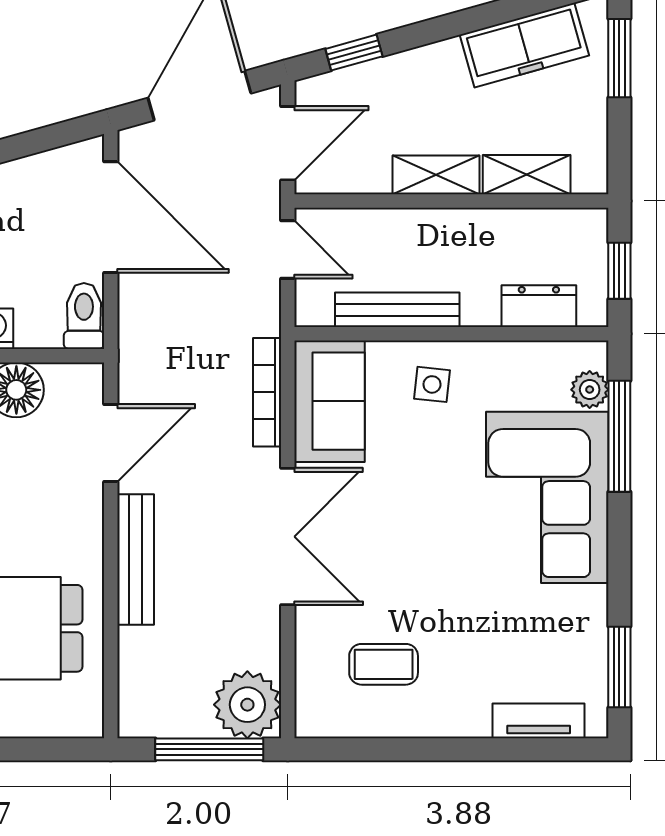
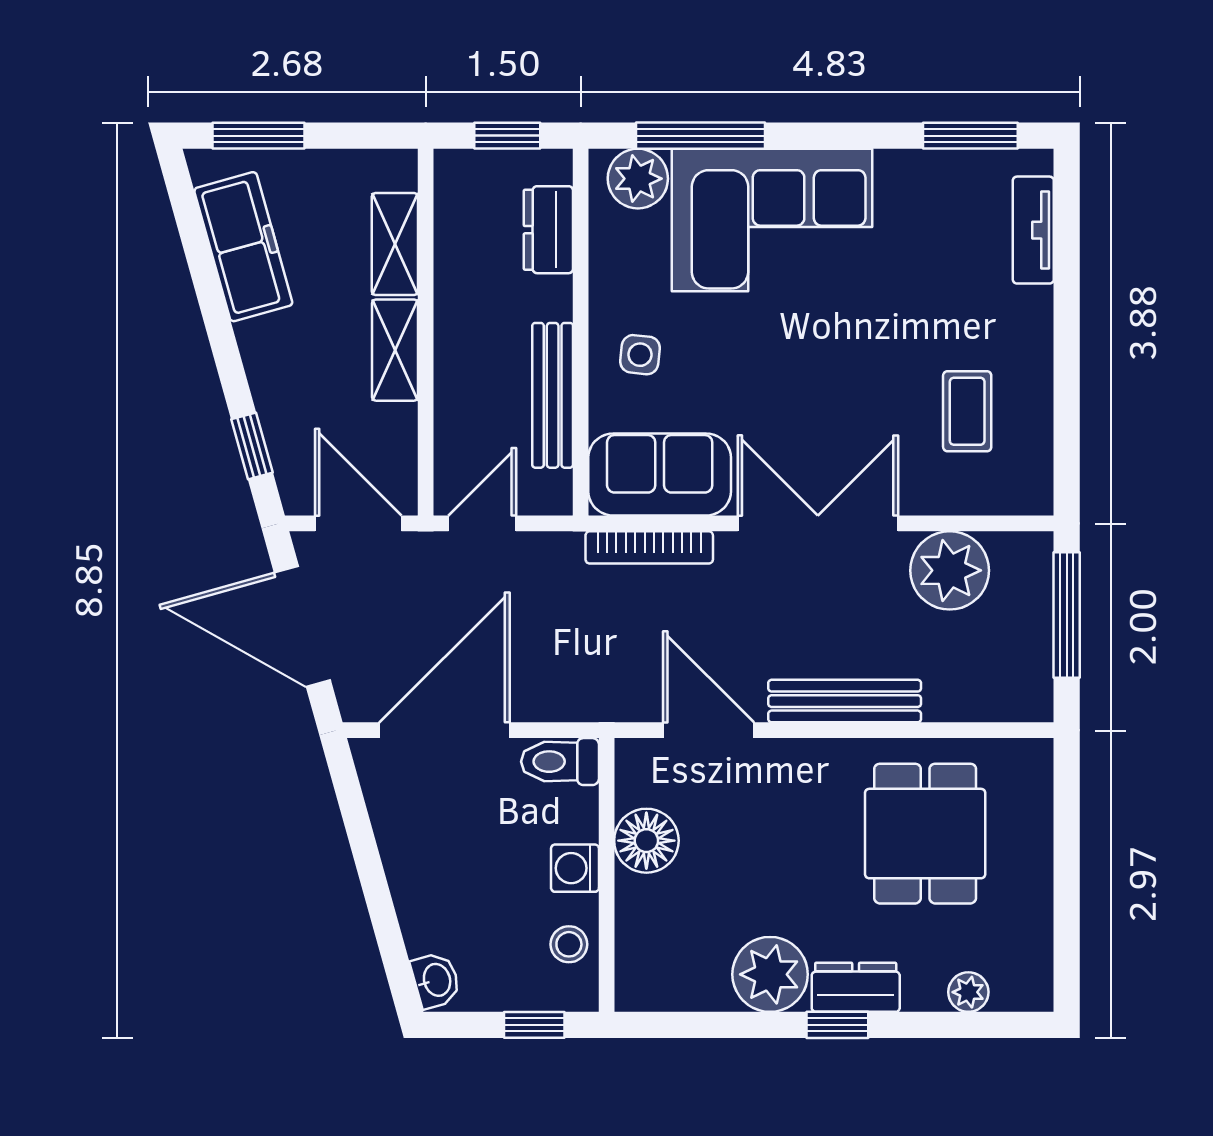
plant: (590, 390) -> (638, 179), width x1.38, depth x1.38
plant: (247, 705) -> (950, 570), moved

